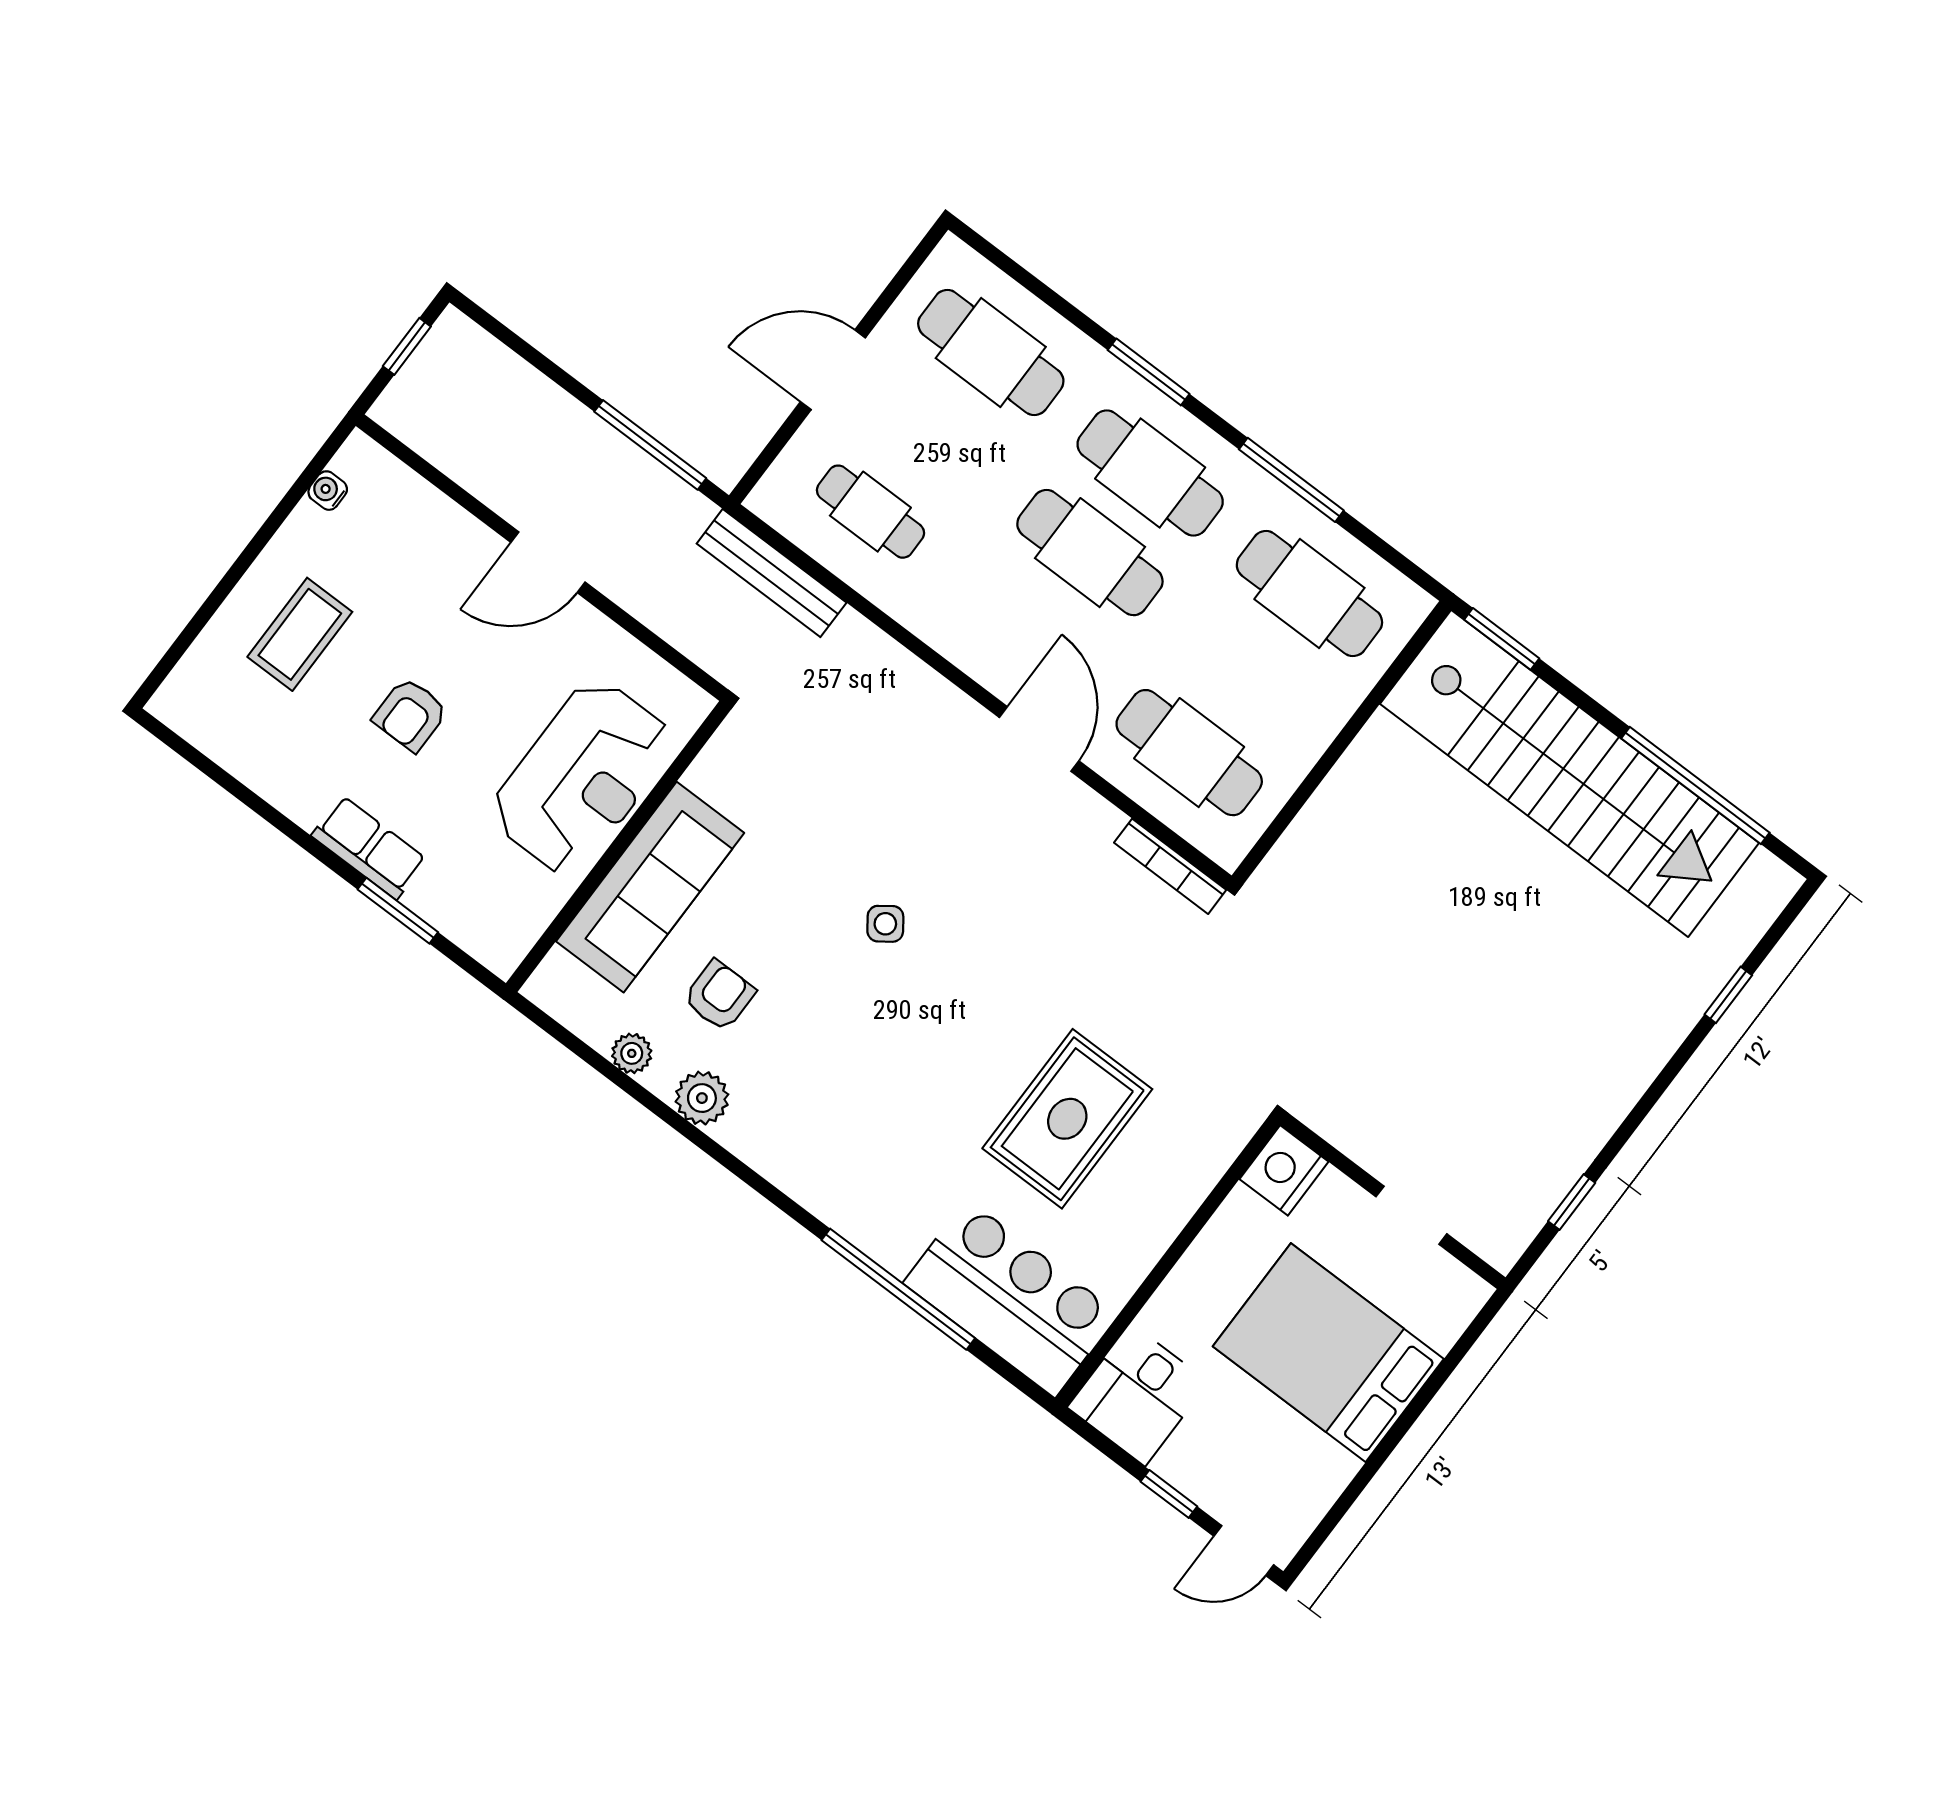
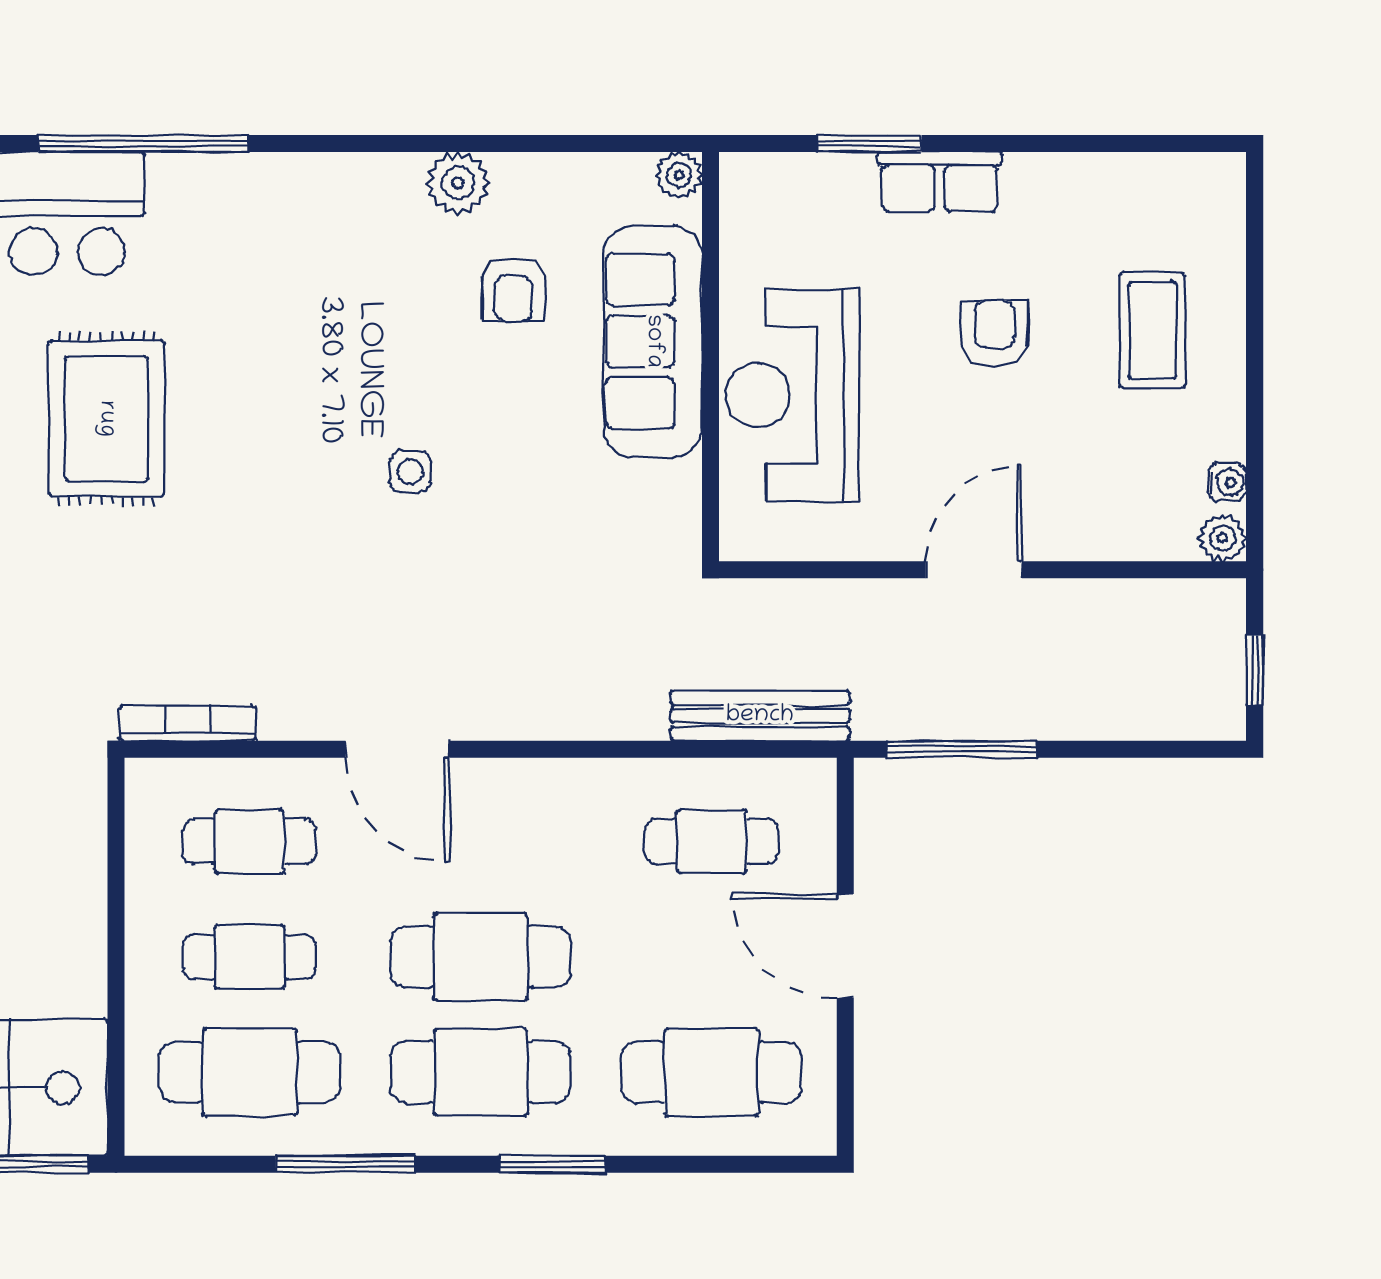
door: (833, 370) -> (845, 946), swing flipped
plant: (360, 454) -> (1223, 538), added
cafe table: (1249, 673) -> (250, 957), added
cafe table: (1189, 753) -> (250, 841), width x0.73, depth x0.74
side table: (885, 924) -> (410, 472), turned 36
plant: (632, 1053) -> (679, 175), moved

